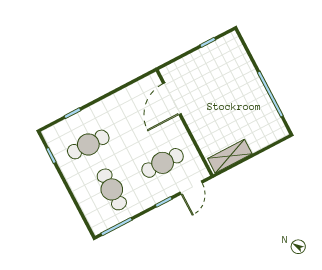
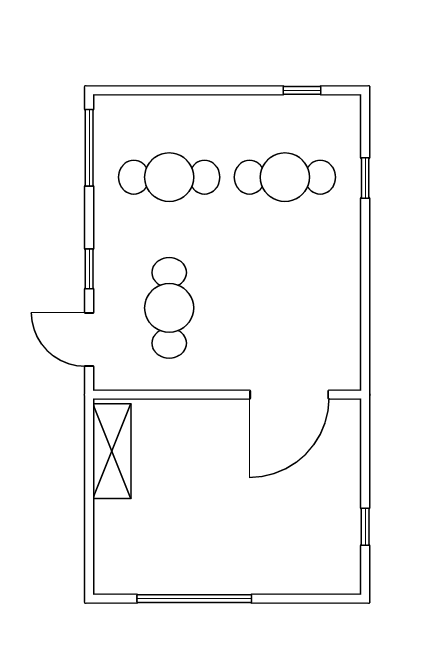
door: (172, 99) -> (289, 395), swing flipped
cafe table: (88, 144) -> (285, 177), turned 90

